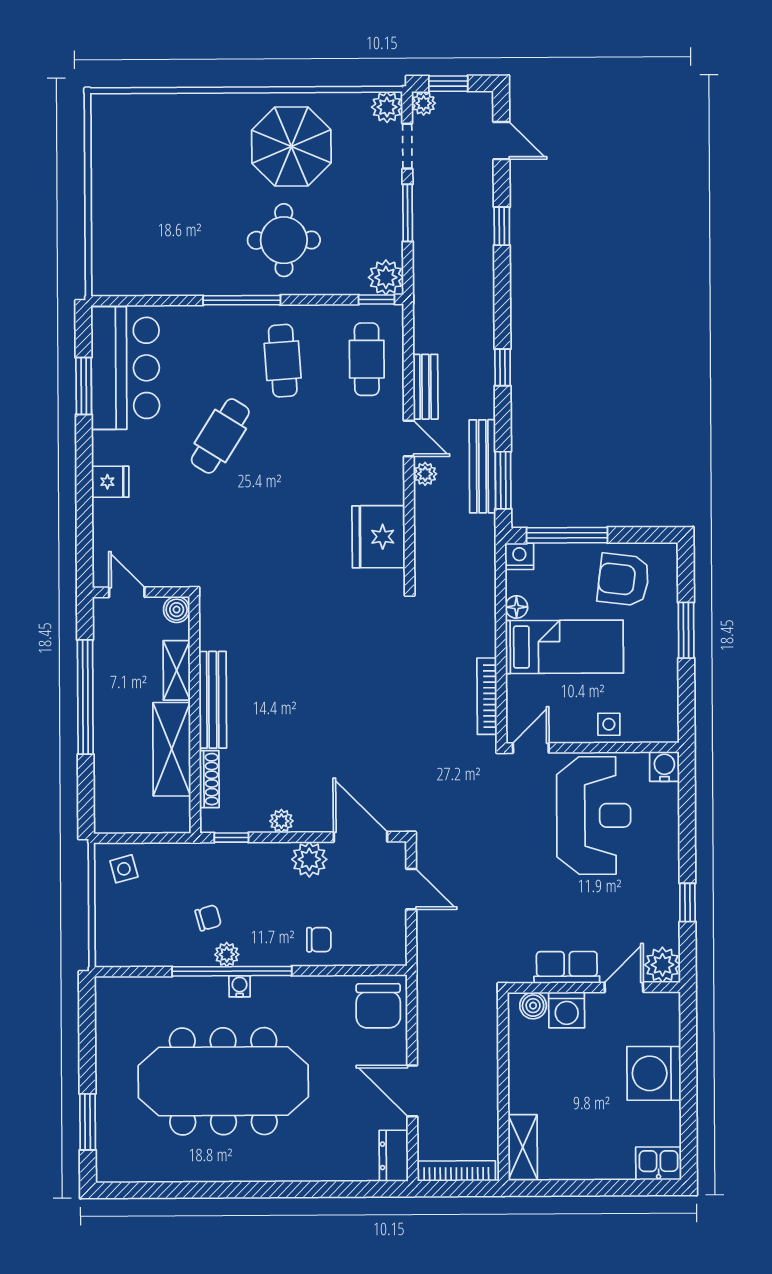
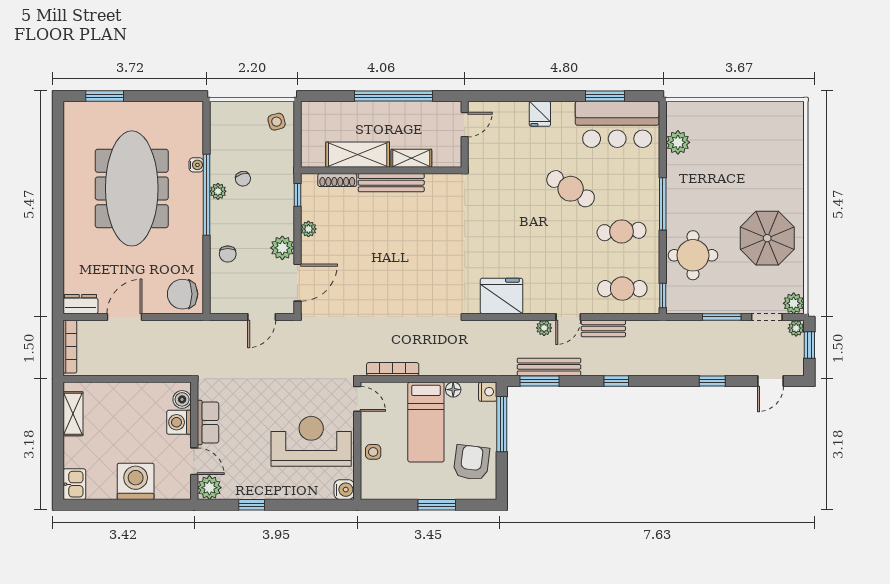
round table: (284, 240) -> (693, 255), moved
plant: (386, 277) -> (678, 142), moved
boiler: (177, 610) -> (453, 158), removed
reception desk: (594, 815) -> (311, 441), turned 180
water cooler: (240, 986) -> (196, 165), moved
shelving: (523, 1147) -> (73, 414), moved, turned 90

